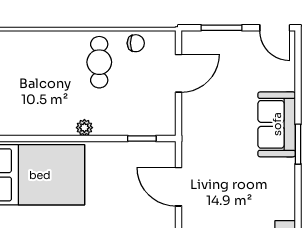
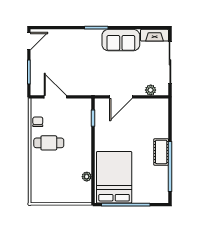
sofa: (277, 124) -> (121, 40), moved
plant: (84, 128) -> (87, 177), moved

